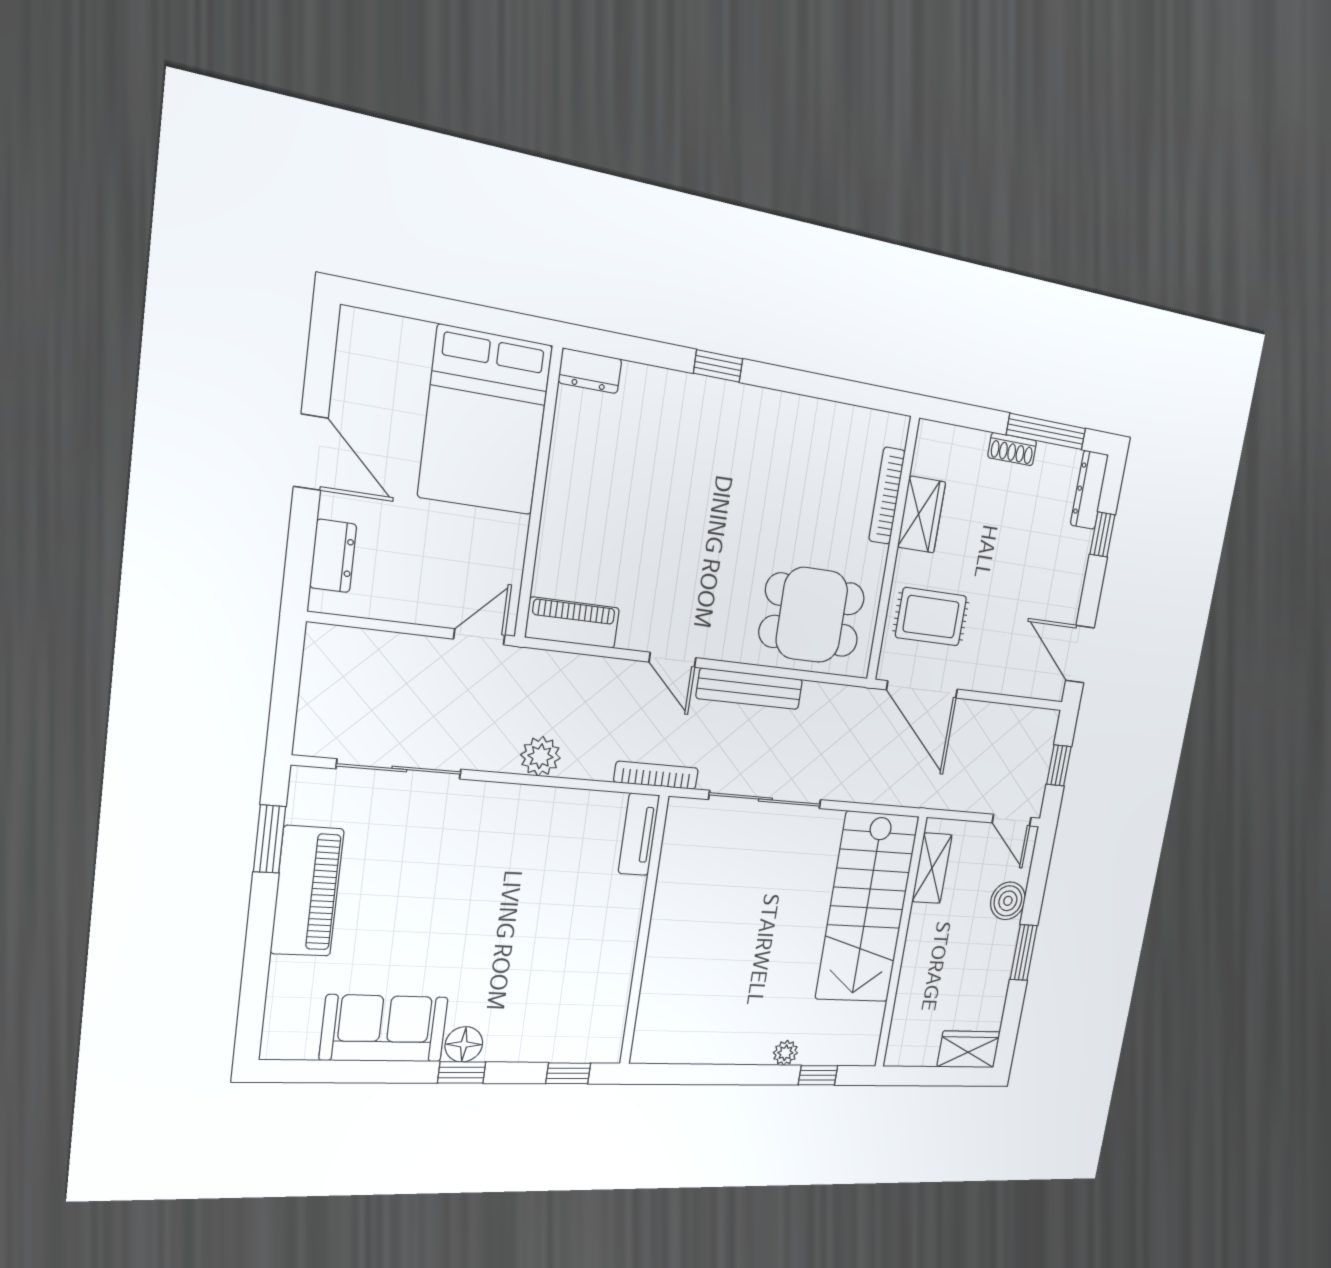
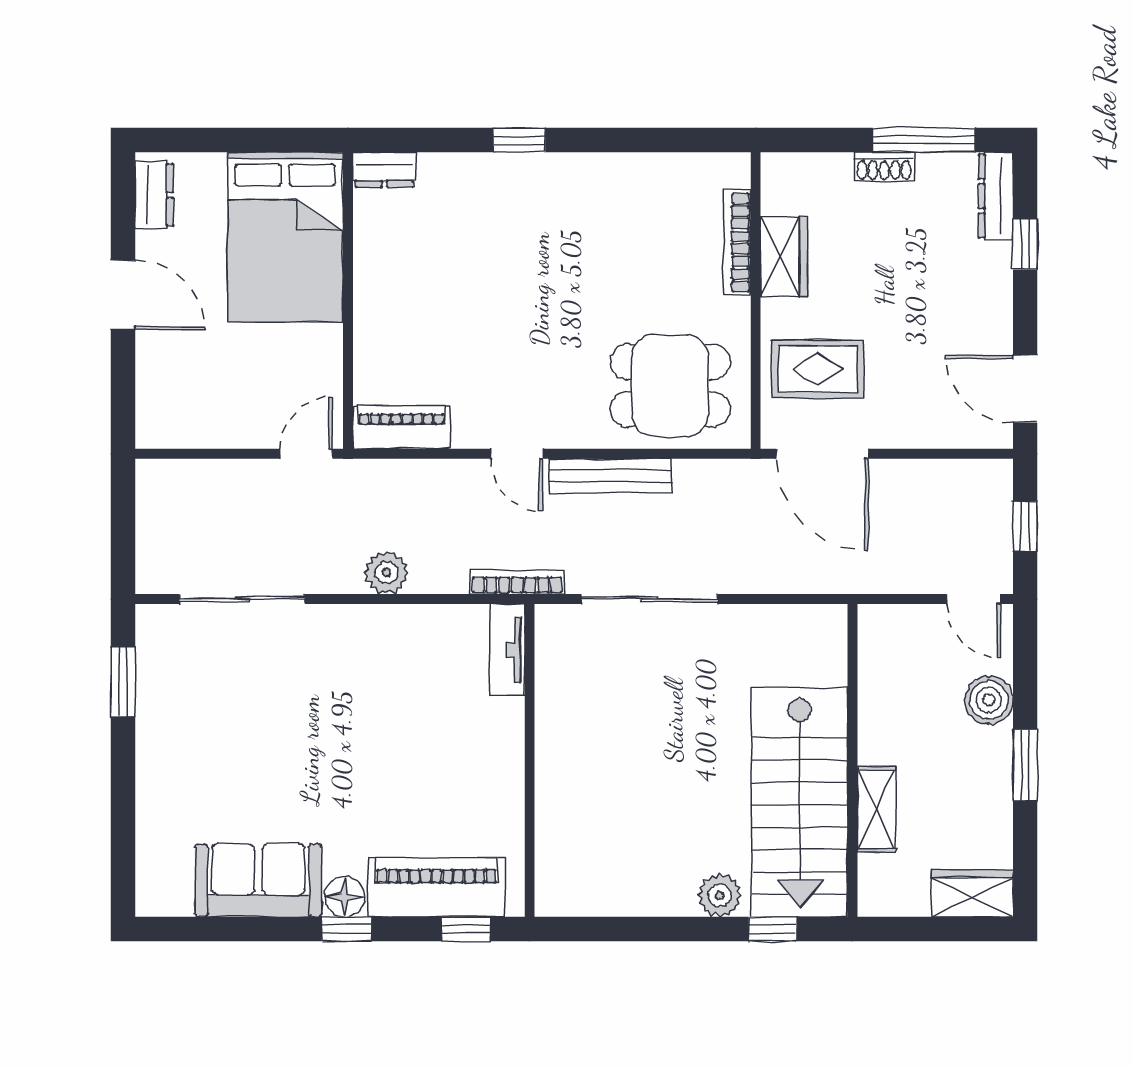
dresser: (333, 556) -> (154, 195), moved
shelving: (932, 868) -> (876, 809), moved
piano: (307, 891) -> (436, 887), moved, turned -90
stairs: (867, 908) -> (800, 802), moved
plant: (785, 1053) -> (720, 895), width x1.38, depth x1.38

